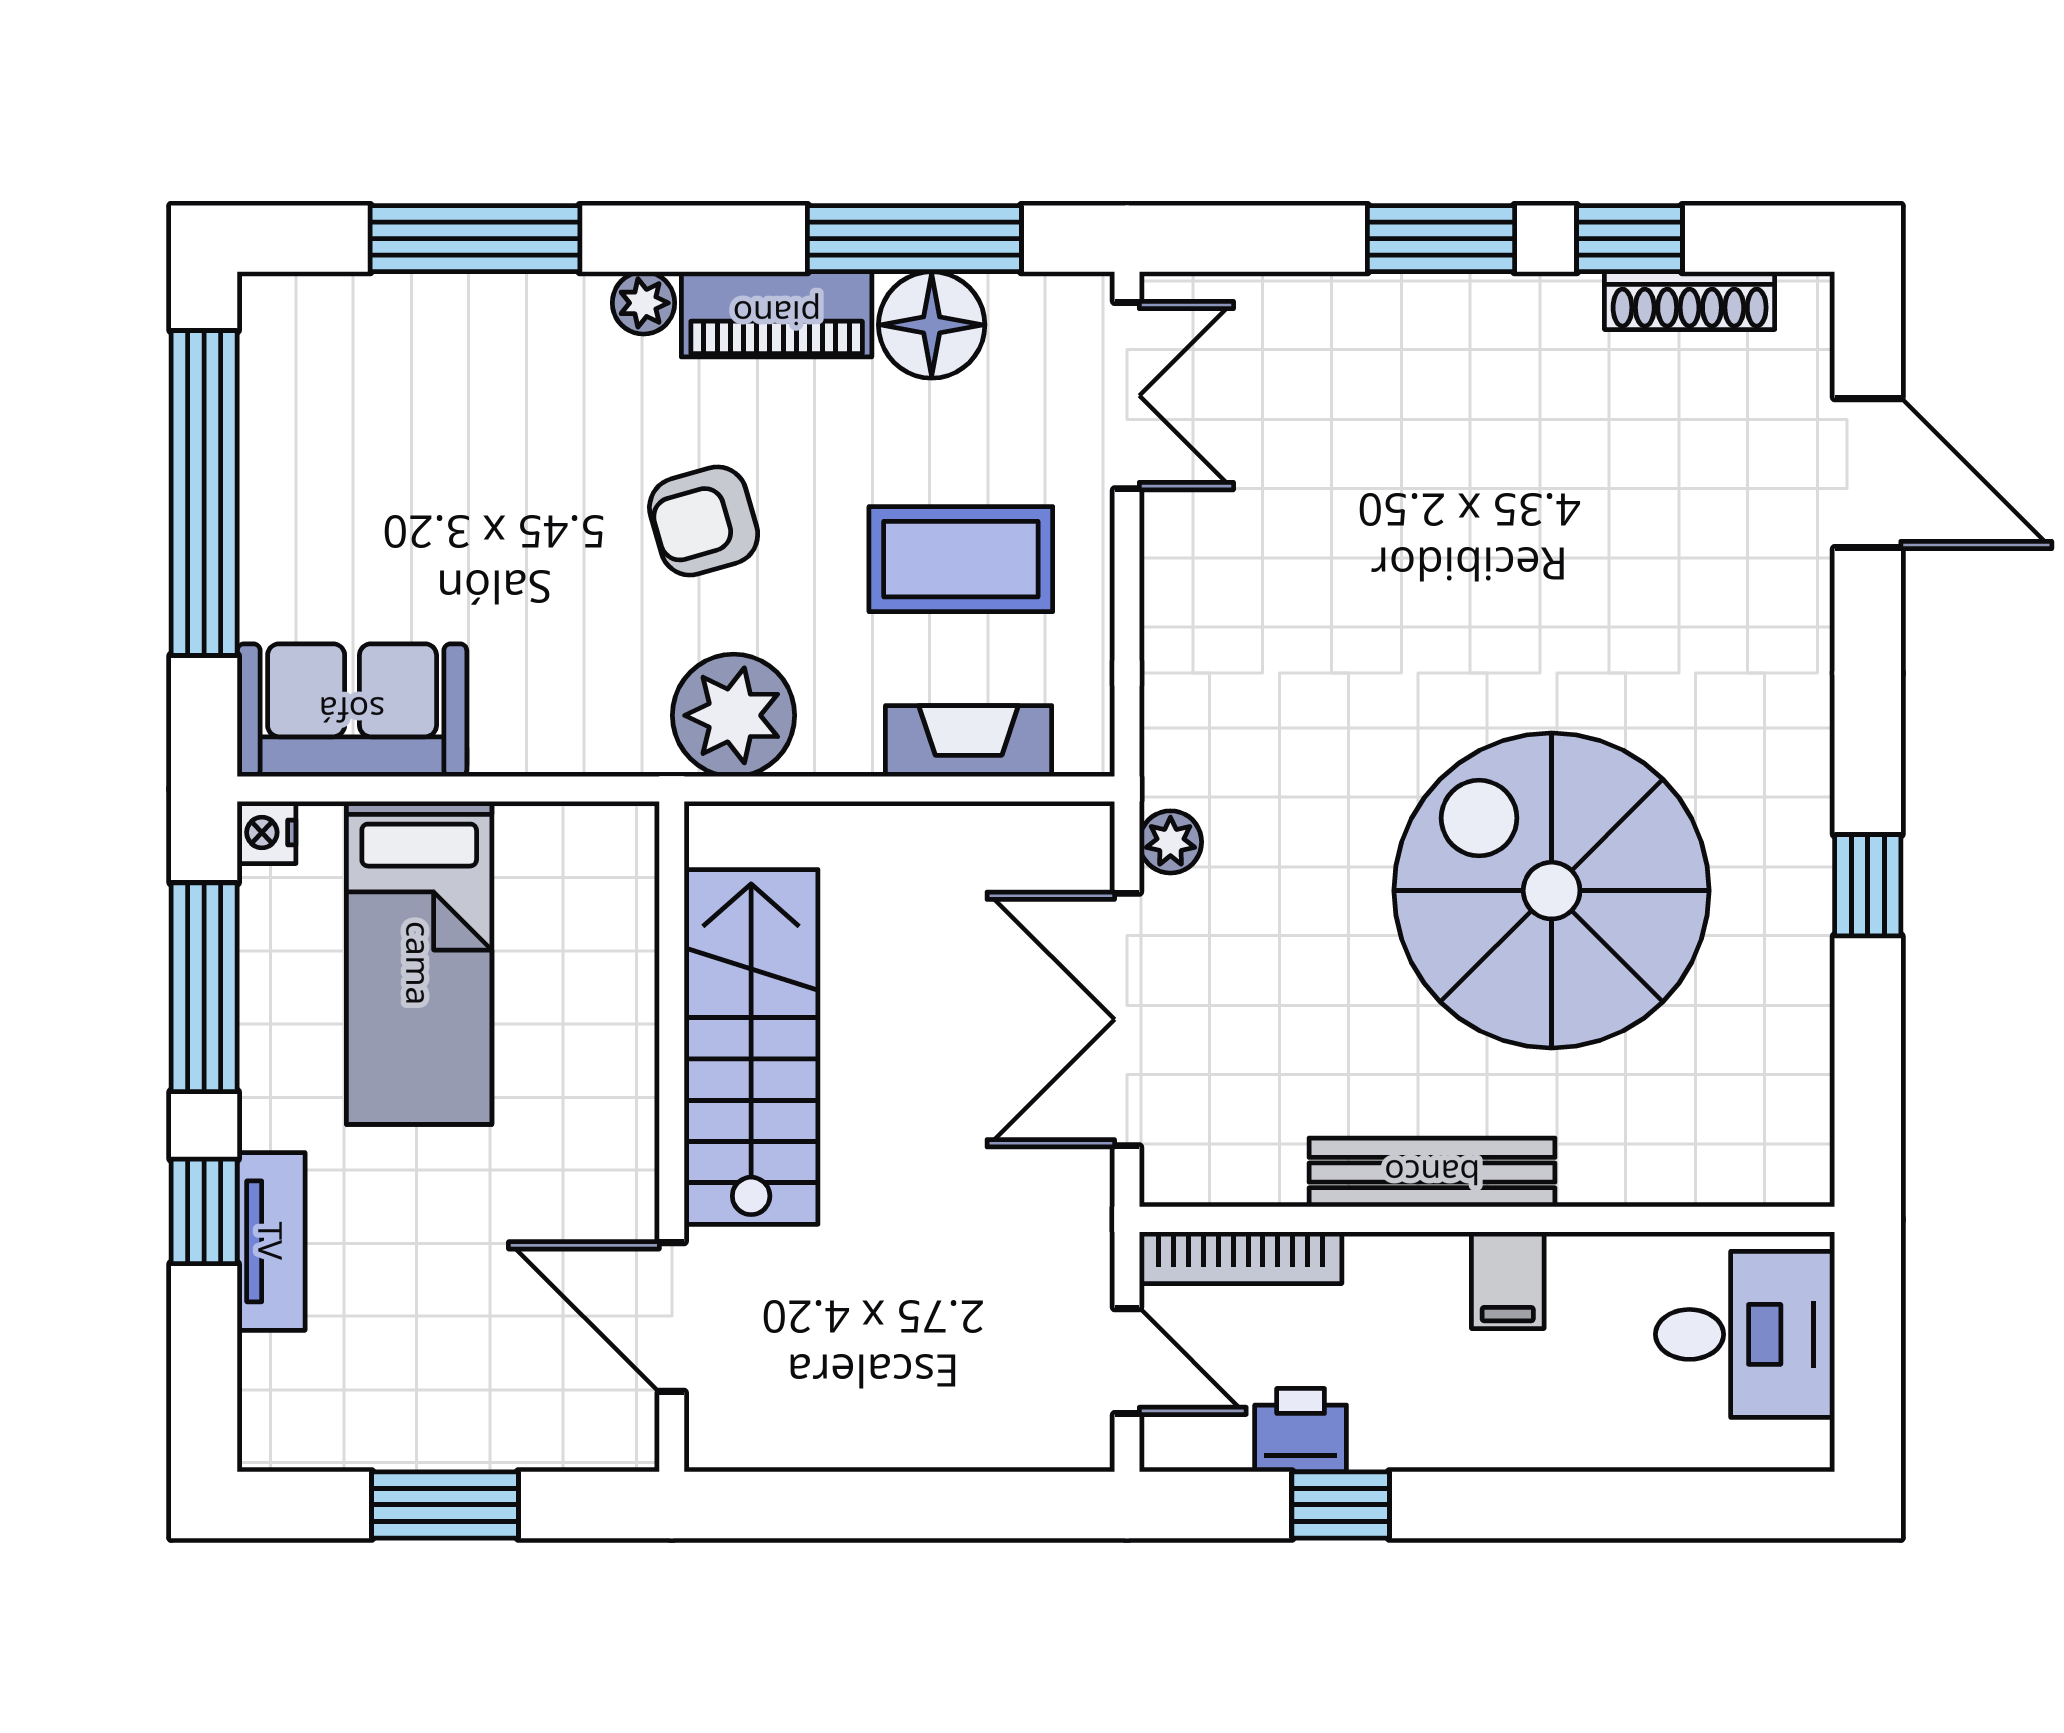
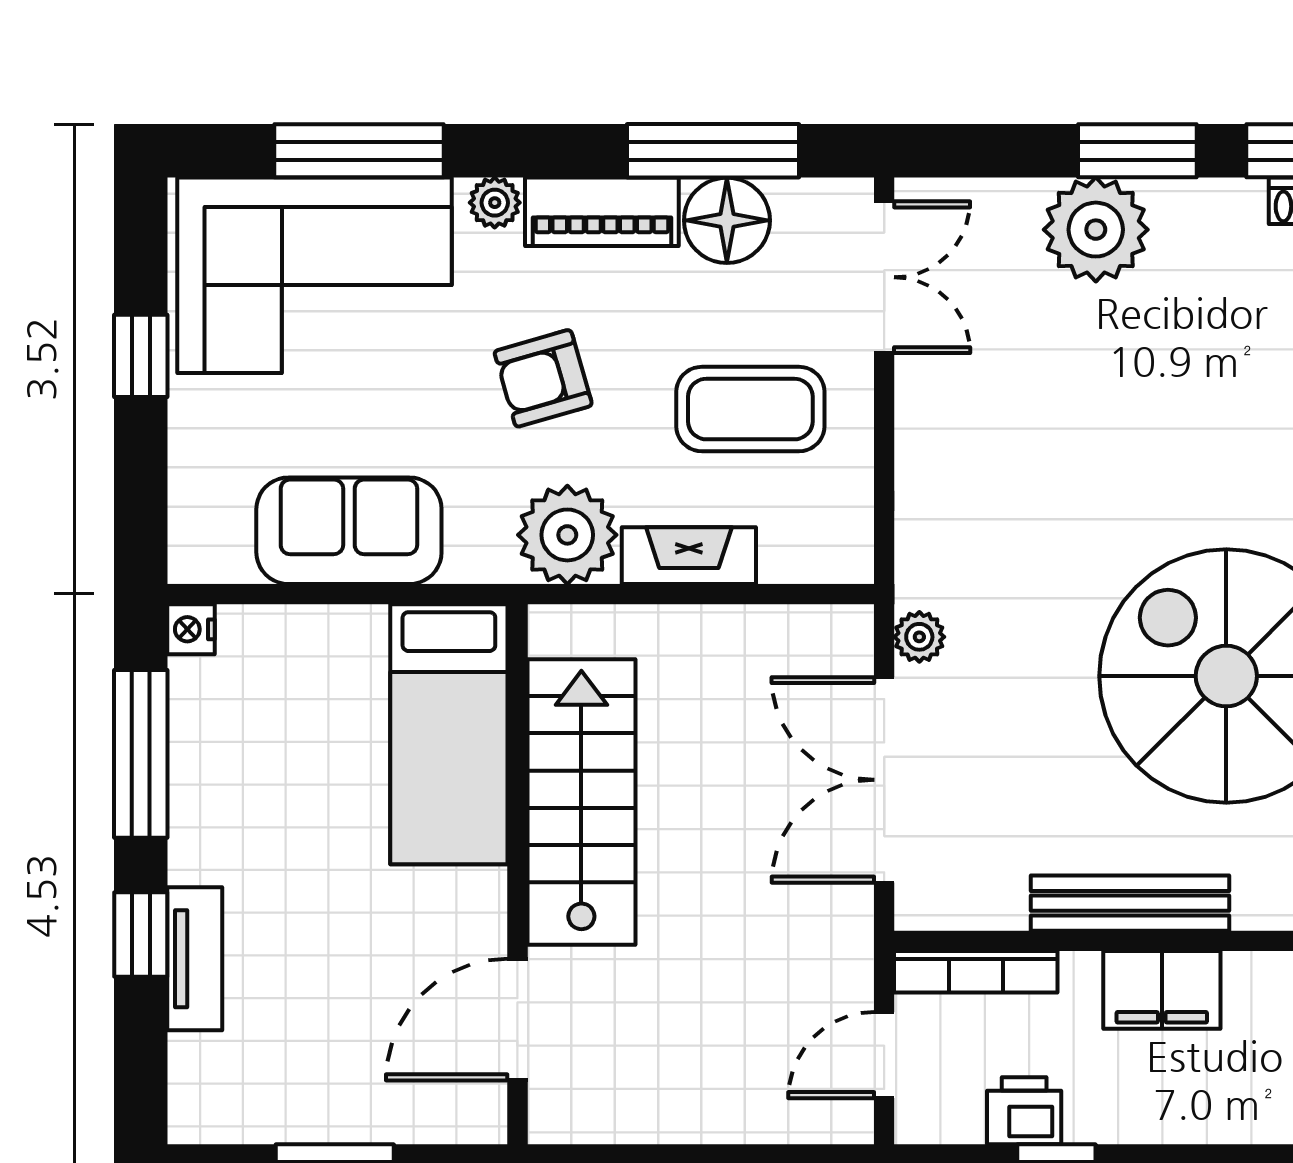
plant: (1389, 336) -> (1096, 230), added
corner sofa: (420, 393) -> (314, 275), added
window: (204, 493) -> (141, 356), width x0.32
sofa: (352, 710) -> (349, 531), moved
fireplace: (969, 741) -> (689, 556), moved
bed: (419, 963) -> (449, 734), moved
filing cabinet: (1508, 1280) -> (1162, 990), width x2.00
door: (672, 1317) -> (517, 1020), hinge flipped
door: (1127, 1361) -> (884, 1055), swing flipped

